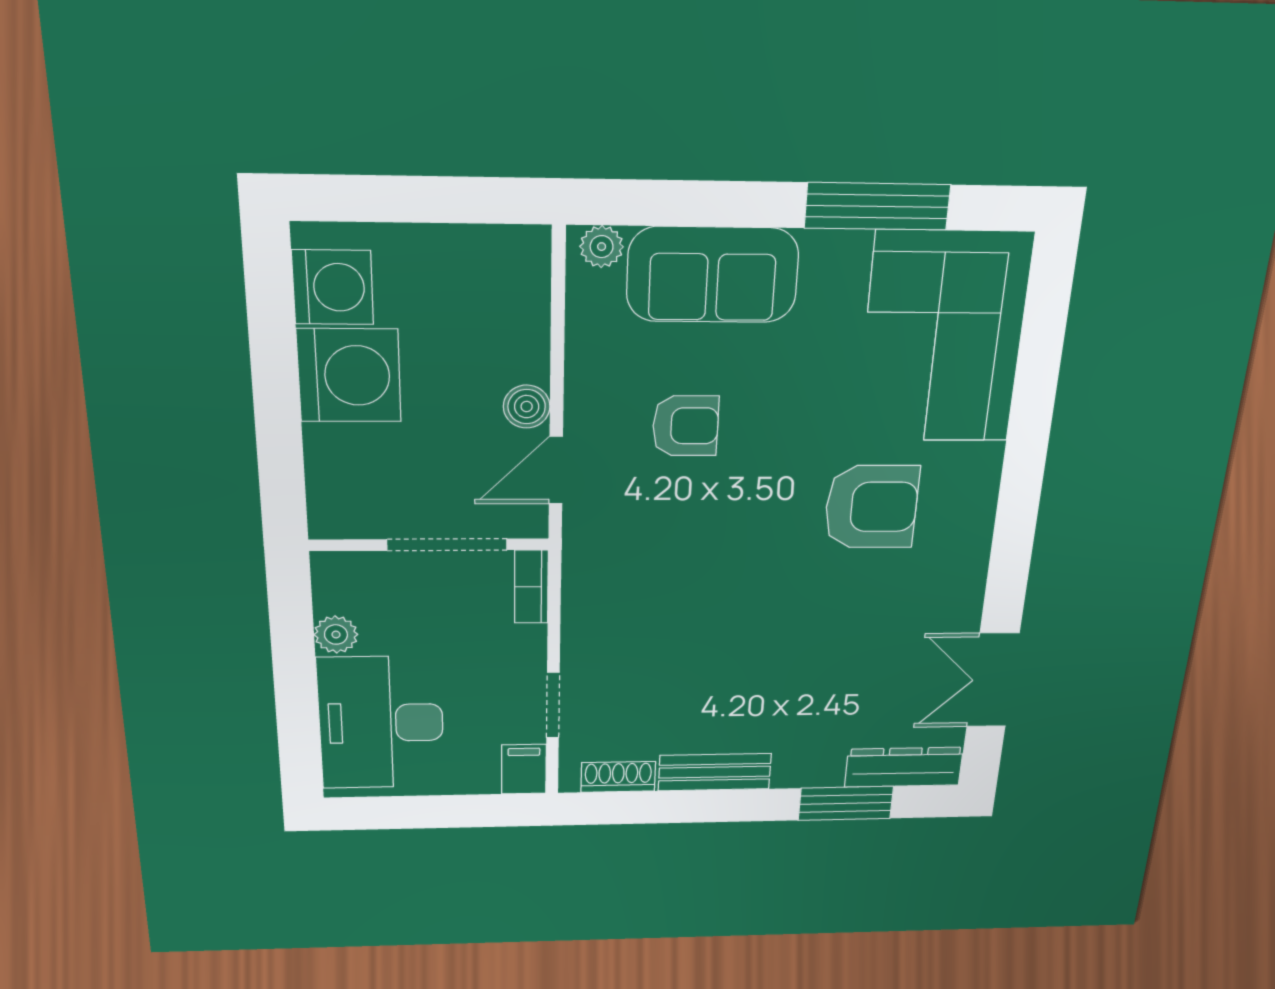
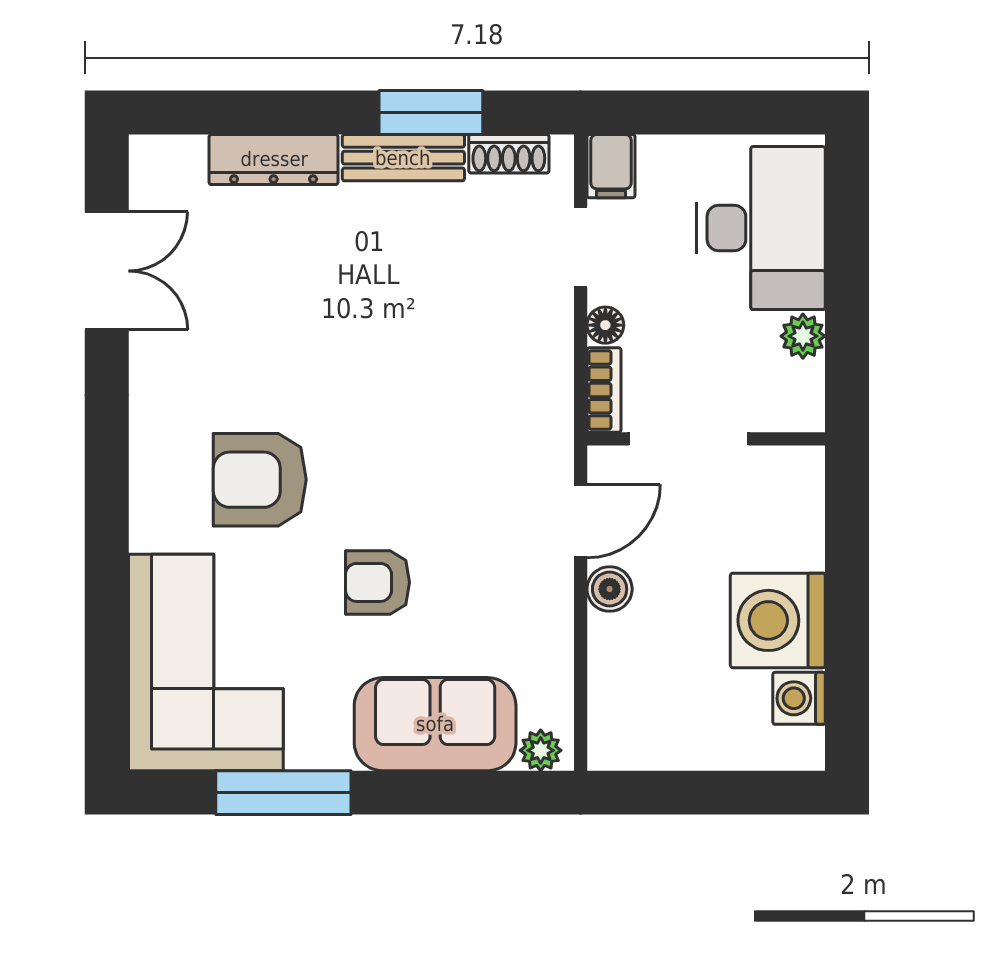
washing machine: (333, 287) -> (799, 698), width x0.73, depth x0.73
armchair: (685, 426) -> (377, 582), moved
floor lamp: (530, 642) -> (605, 325), added
dresser: (904, 767) -> (274, 159), moved
window: (846, 803) -> (431, 112), moved

